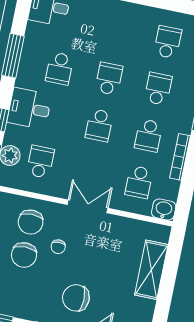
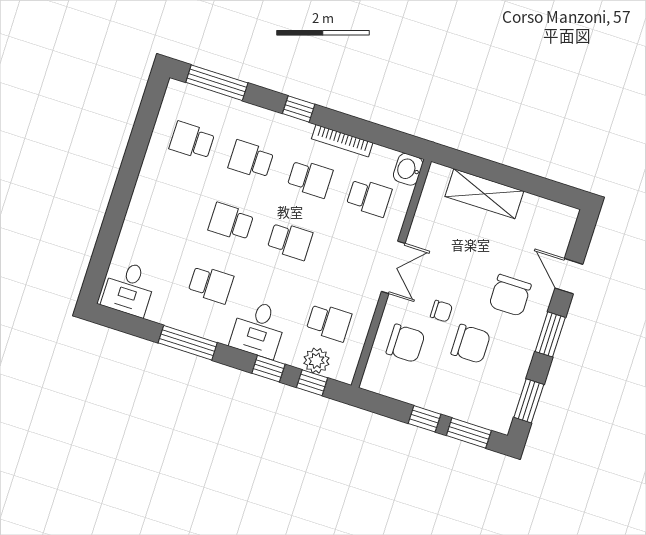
school desk: (40, 162) -> (329, 322), turned 180
double door: (88, 206) -> (393, 267), swing flipped
chair: (24, 255) -> (471, 344), moved

